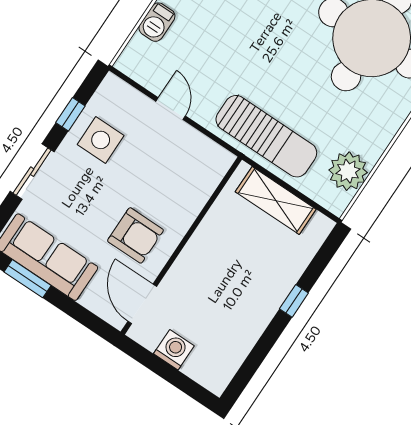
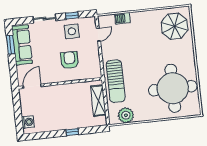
door: (171, 109) -> (98, 35), moved
armchair: (135, 235) -> (69, 60), moved, turned 180
washing machine: (174, 350) -> (28, 122), moved

